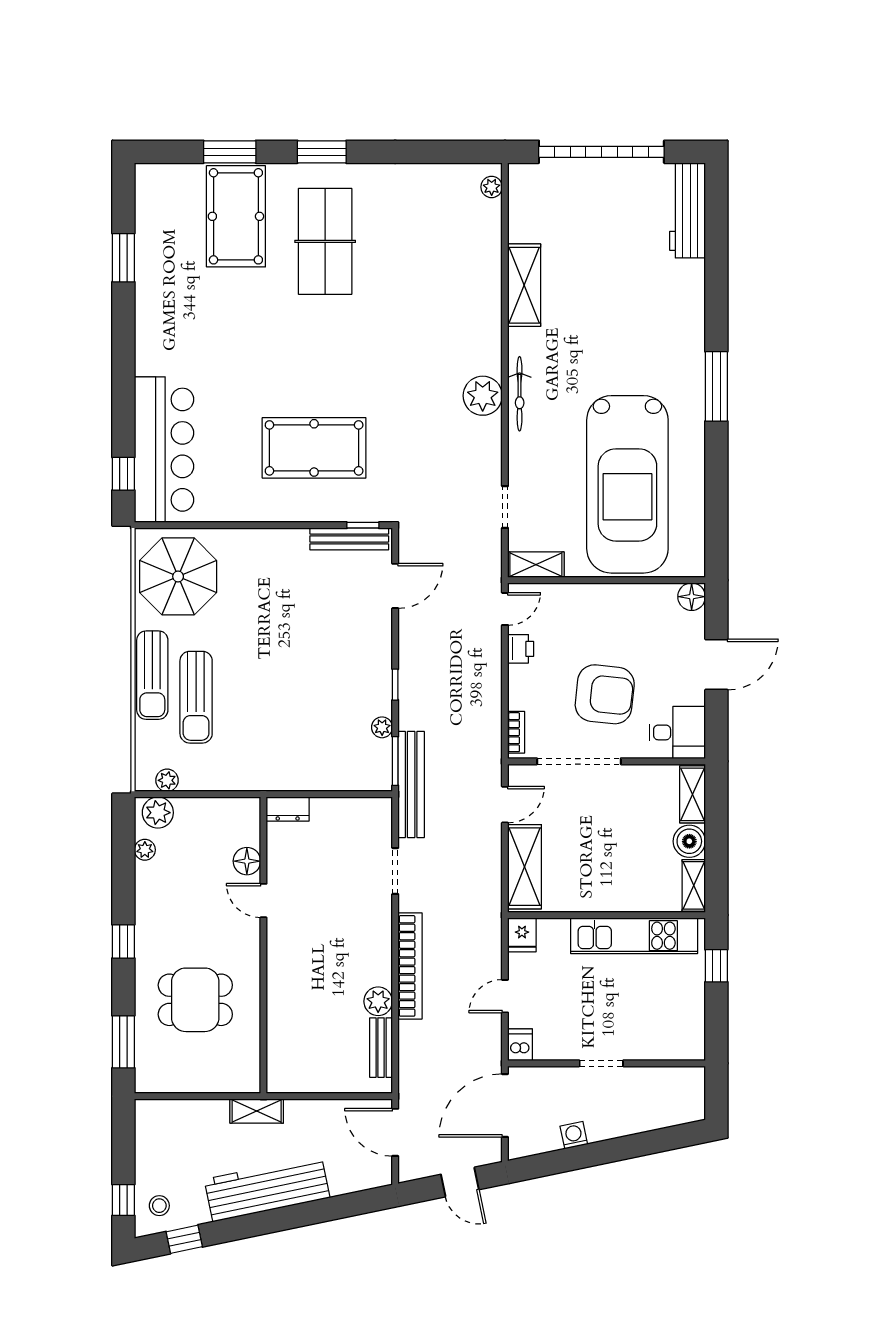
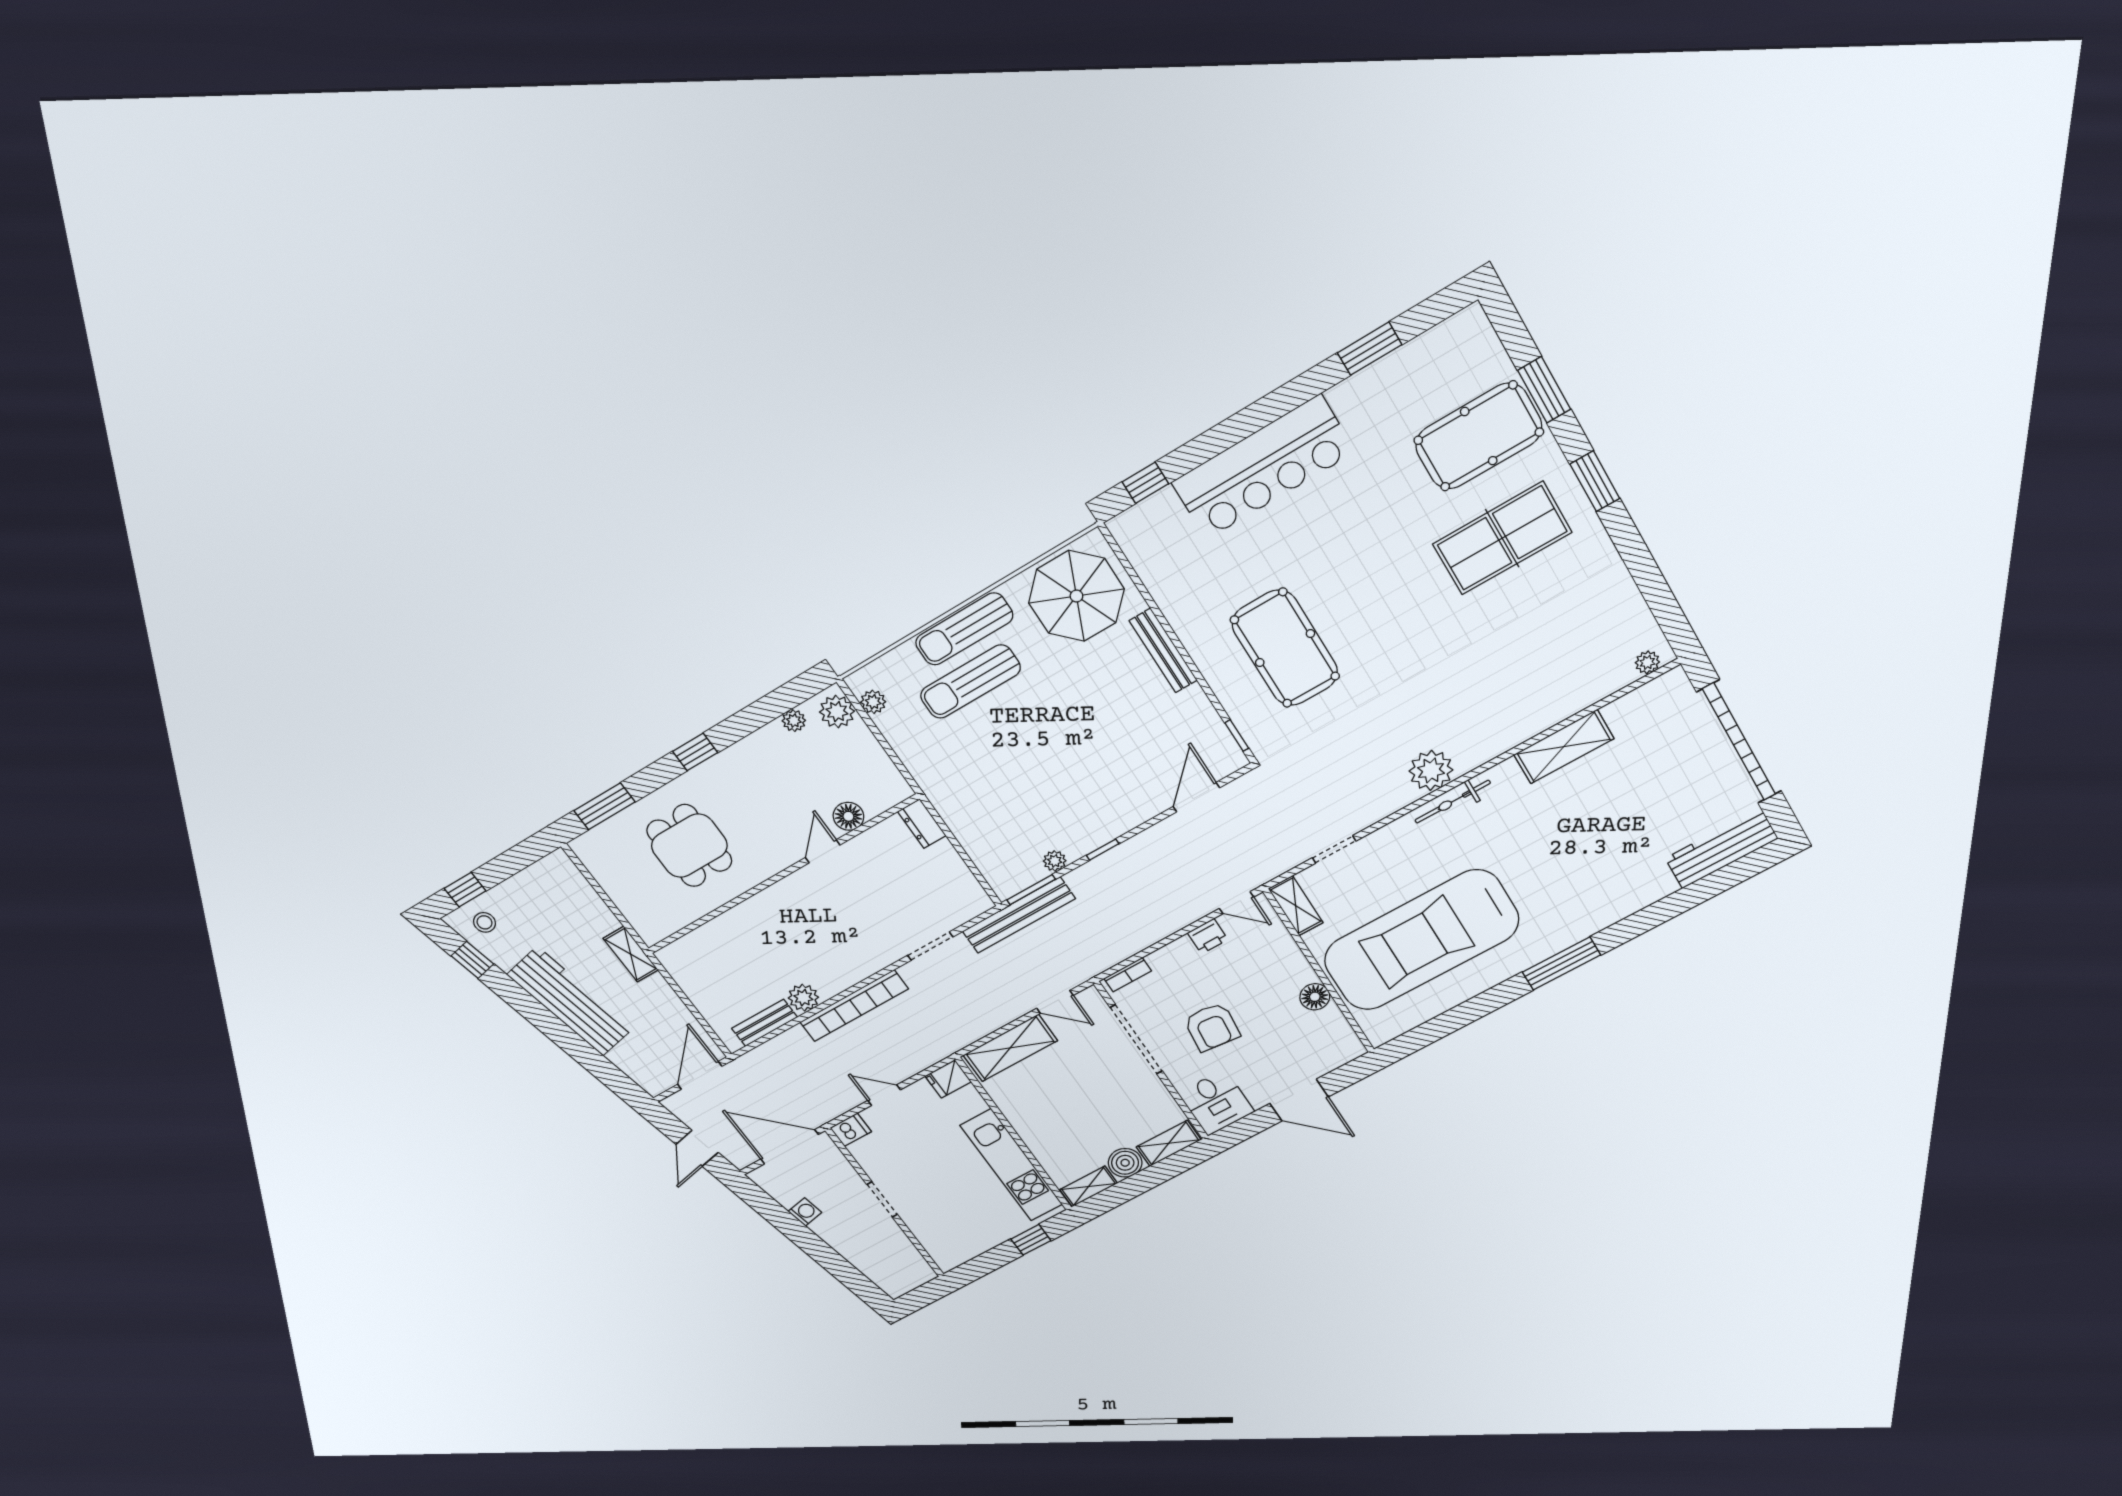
bar counter: (164, 450) -> (1263, 467), moved
bench: (349, 539) -> (1163, 651), moved
door: (395, 586) -> (1196, 797), swing flipped
floor lamp: (692, 597) -> (1315, 997), moved
armchair: (605, 694) -> (1212, 1027), width x0.73, depth x0.73

